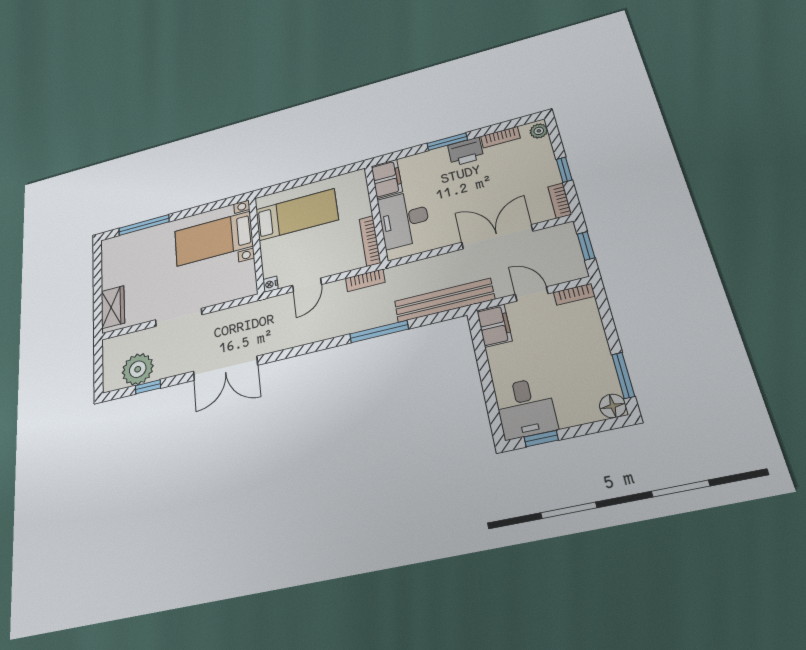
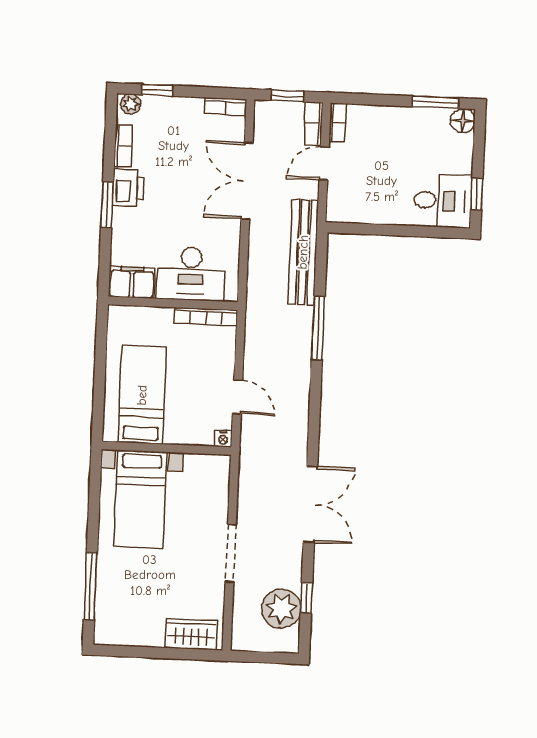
window: (564, 170) -> (157, 90), moved
bookcase: (365, 280) -> (313, 124), moved, turned 180
filing cabinet: (494, 326) -> (348, 209), removed

